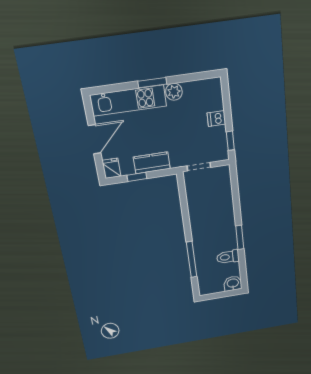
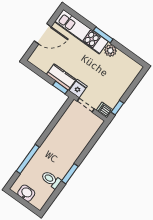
dishwasher: (216, 119) -> (104, 110), moved
fridge: (111, 168) -> (78, 89), moved
window: (137, 177) -> (60, 88), moved
washbasin: (233, 283) -> (26, 193), moved

